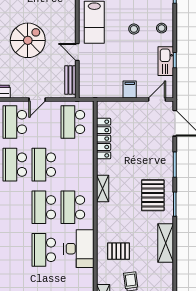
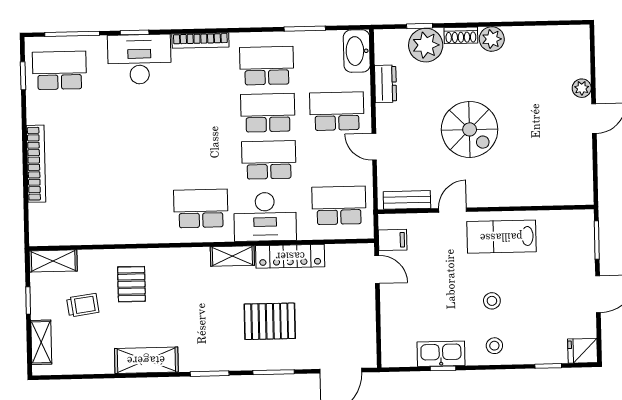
filing cabinet: (130, 89) -> (393, 240), moved
door: (157, 99) -> (377, 269), moved
locker: (104, 139) -> (290, 256), moved
pallet: (153, 195) -> (270, 321), moved
school desk: (44, 207) -> (200, 161), removed
desk: (79, 249) -> (265, 217), moved
school desk: (44, 250) -> (131, 163), removed

